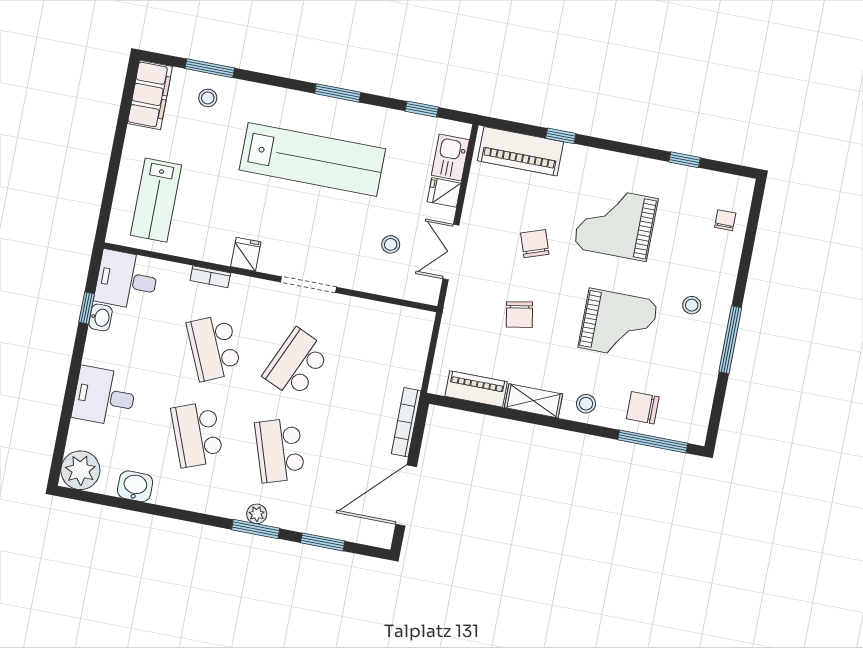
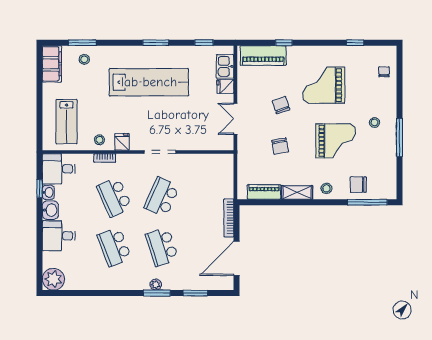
stool: (391, 244) -> (99, 140), moved
washbasin: (135, 486) -> (50, 210), moved, turned 90

